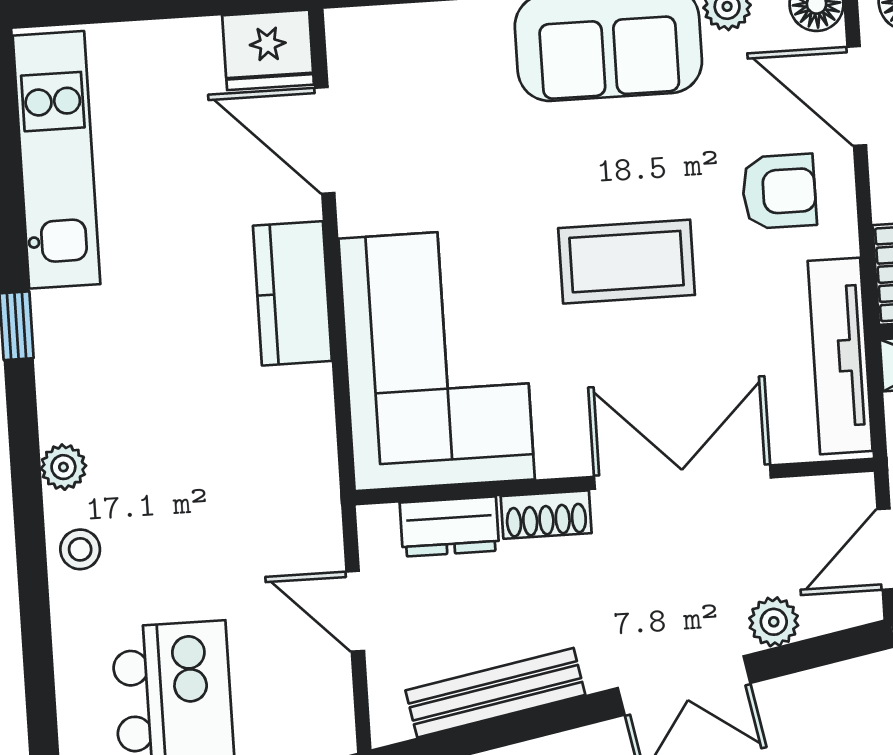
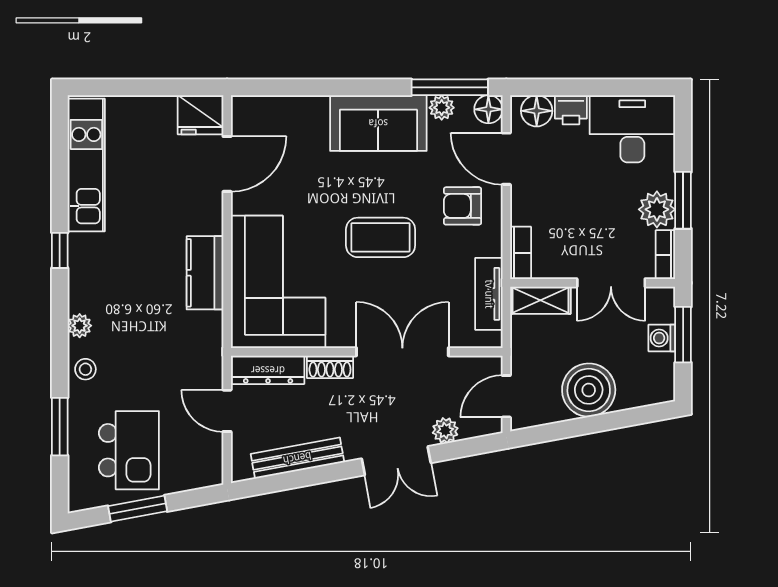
door: (325, 140) -> (227, 164), swing flipped
armchair: (779, 191) -> (463, 206), turned 180
kitchen counter: (292, 293) -> (205, 273), moved
tv unit: (840, 356) -> (489, 294), width x0.71
dresser: (449, 527) -> (268, 370), width x1.44
window: (38, 662) -> (60, 427), added

